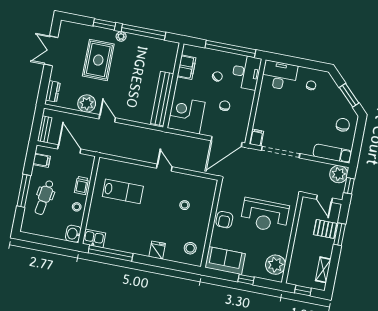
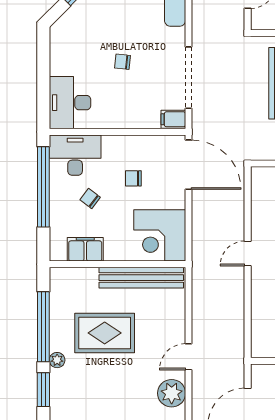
rug: (98, 60) -> (105, 333), moved
chair: (311, 85) -> (122, 62), moved

